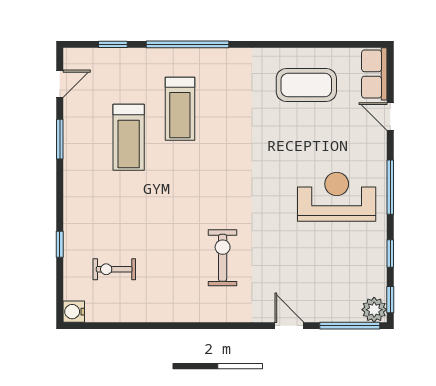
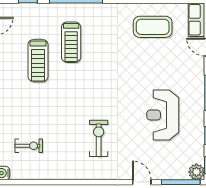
reception desk: (337, 197) -> (163, 115), moved, turned -90
exercise bike: (114, 269) -> (29, 146), turned 180

